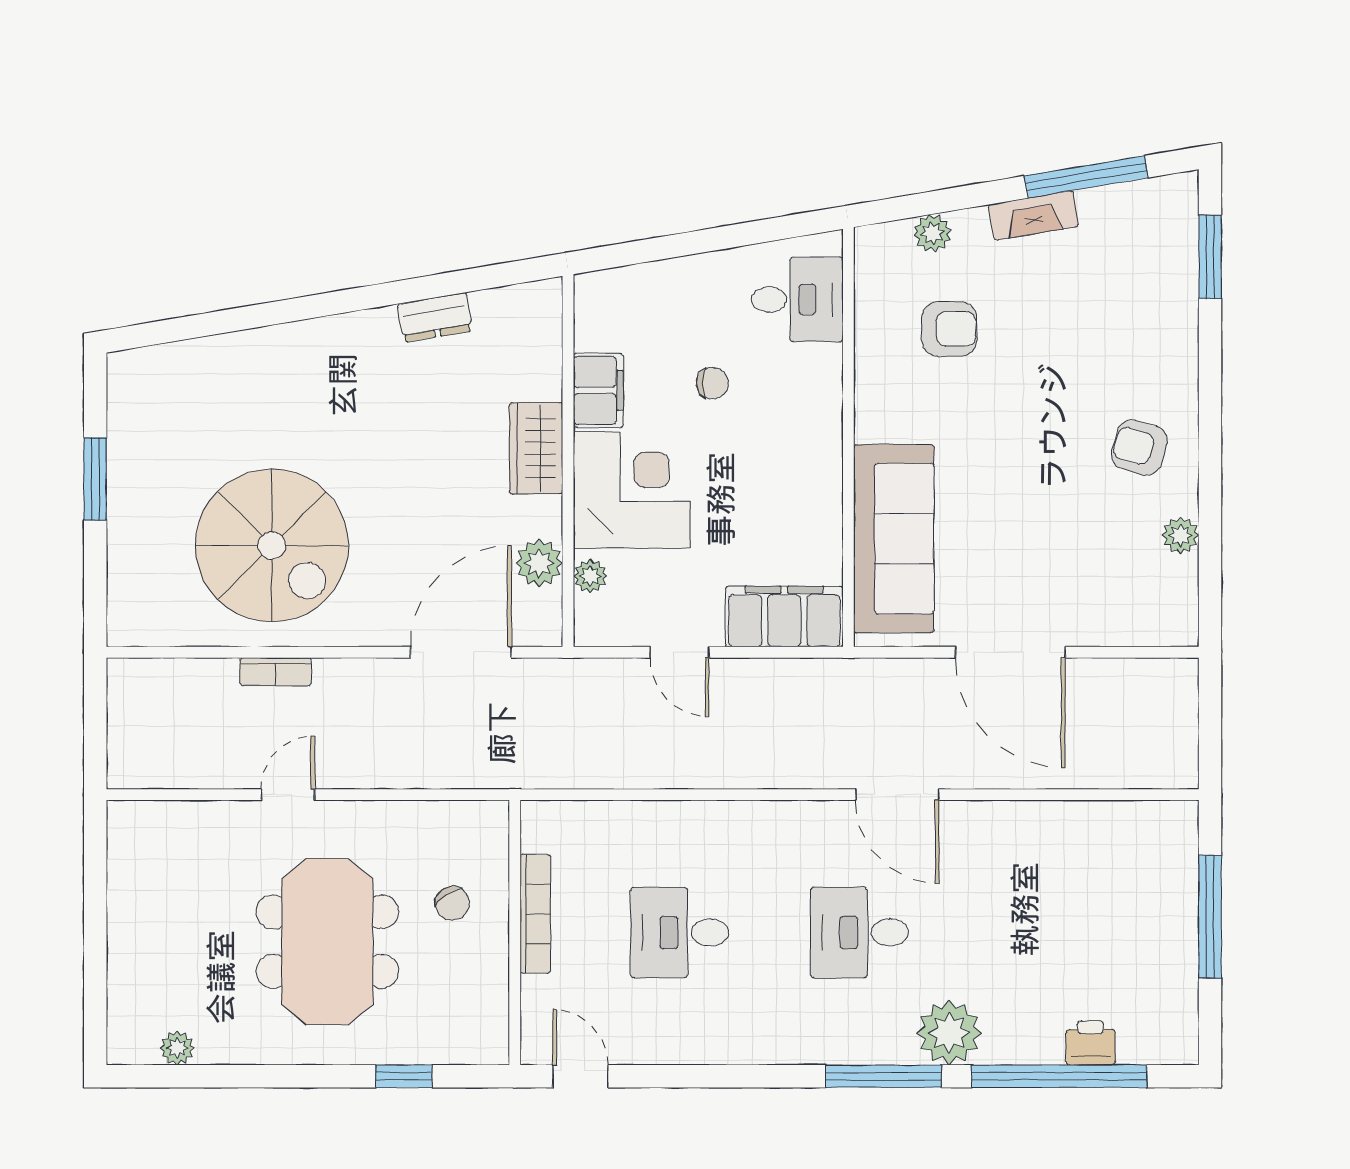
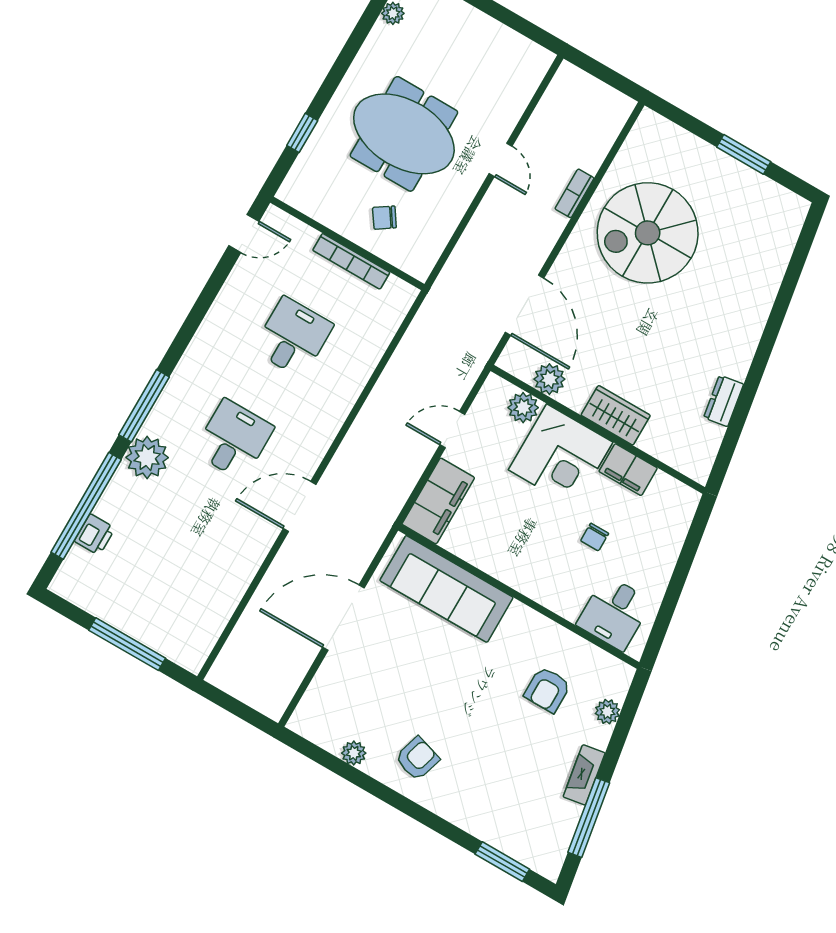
plant: (590, 576) -> (523, 408), width x1.38, depth x1.38

